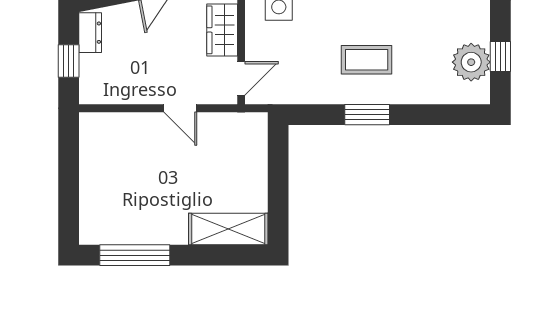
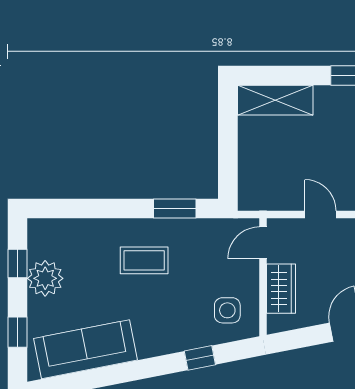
plant: (471, 62) -> (45, 278), moved
window: (367, 115) -> (175, 208), moved

